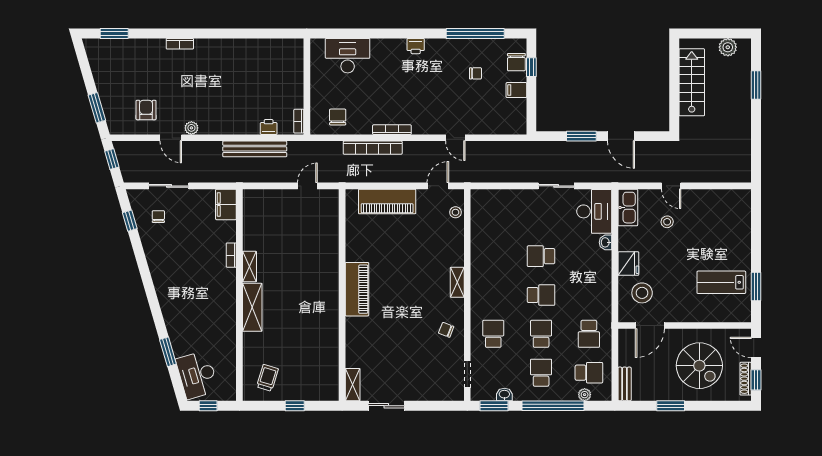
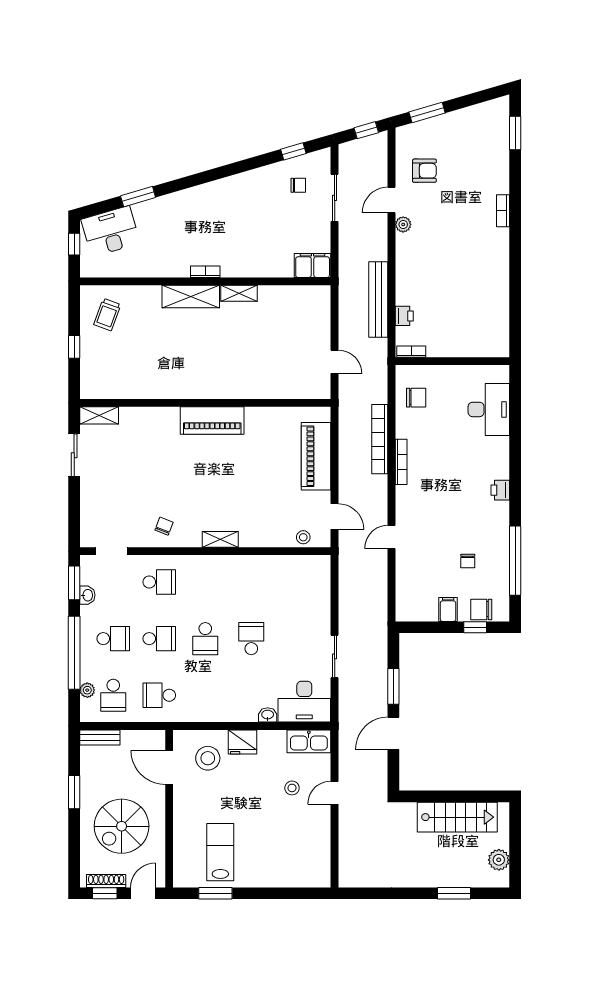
bookcase: (231, 255) -> (205, 272), moved
trolley: (267, 378) -> (107, 315), turned 93

